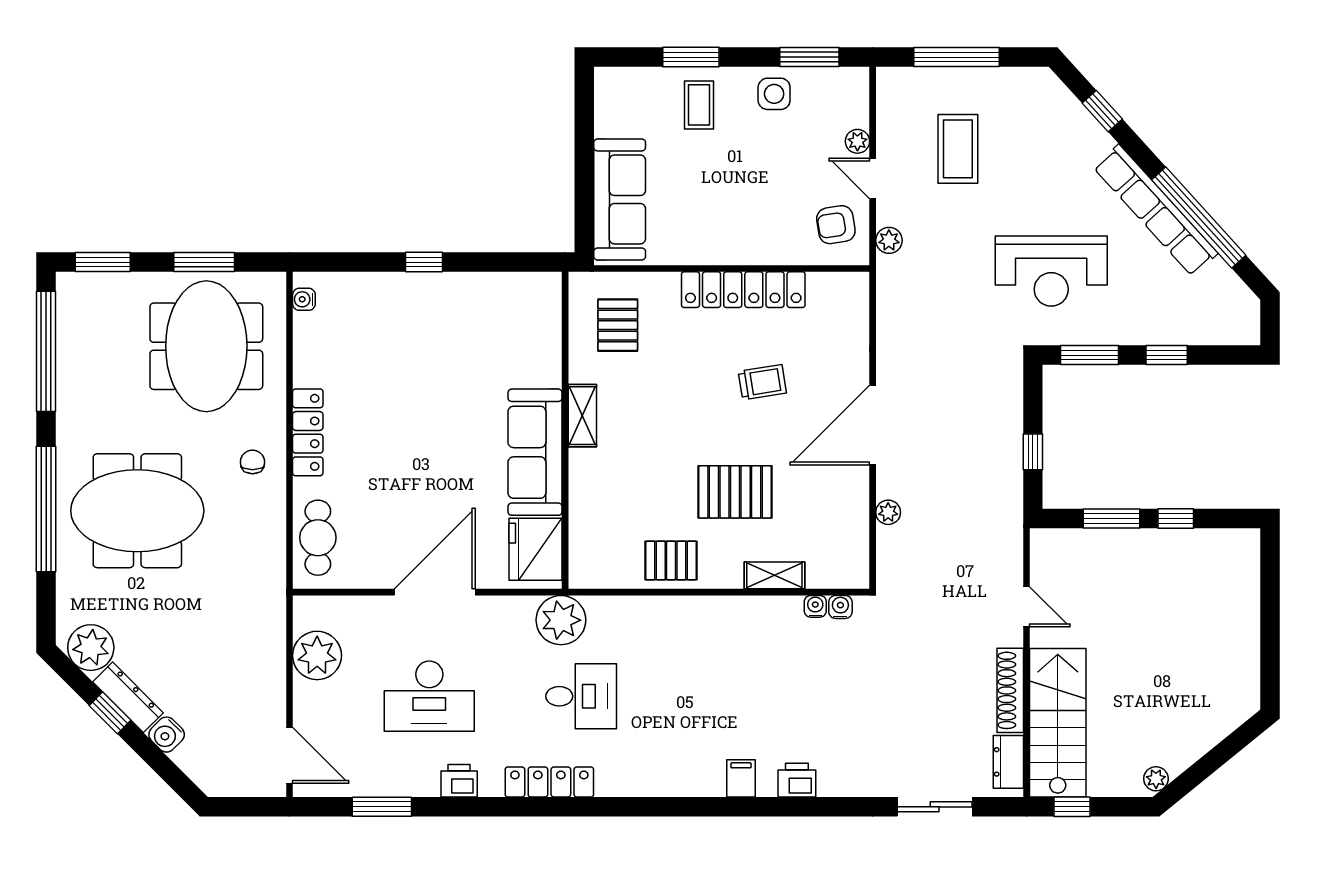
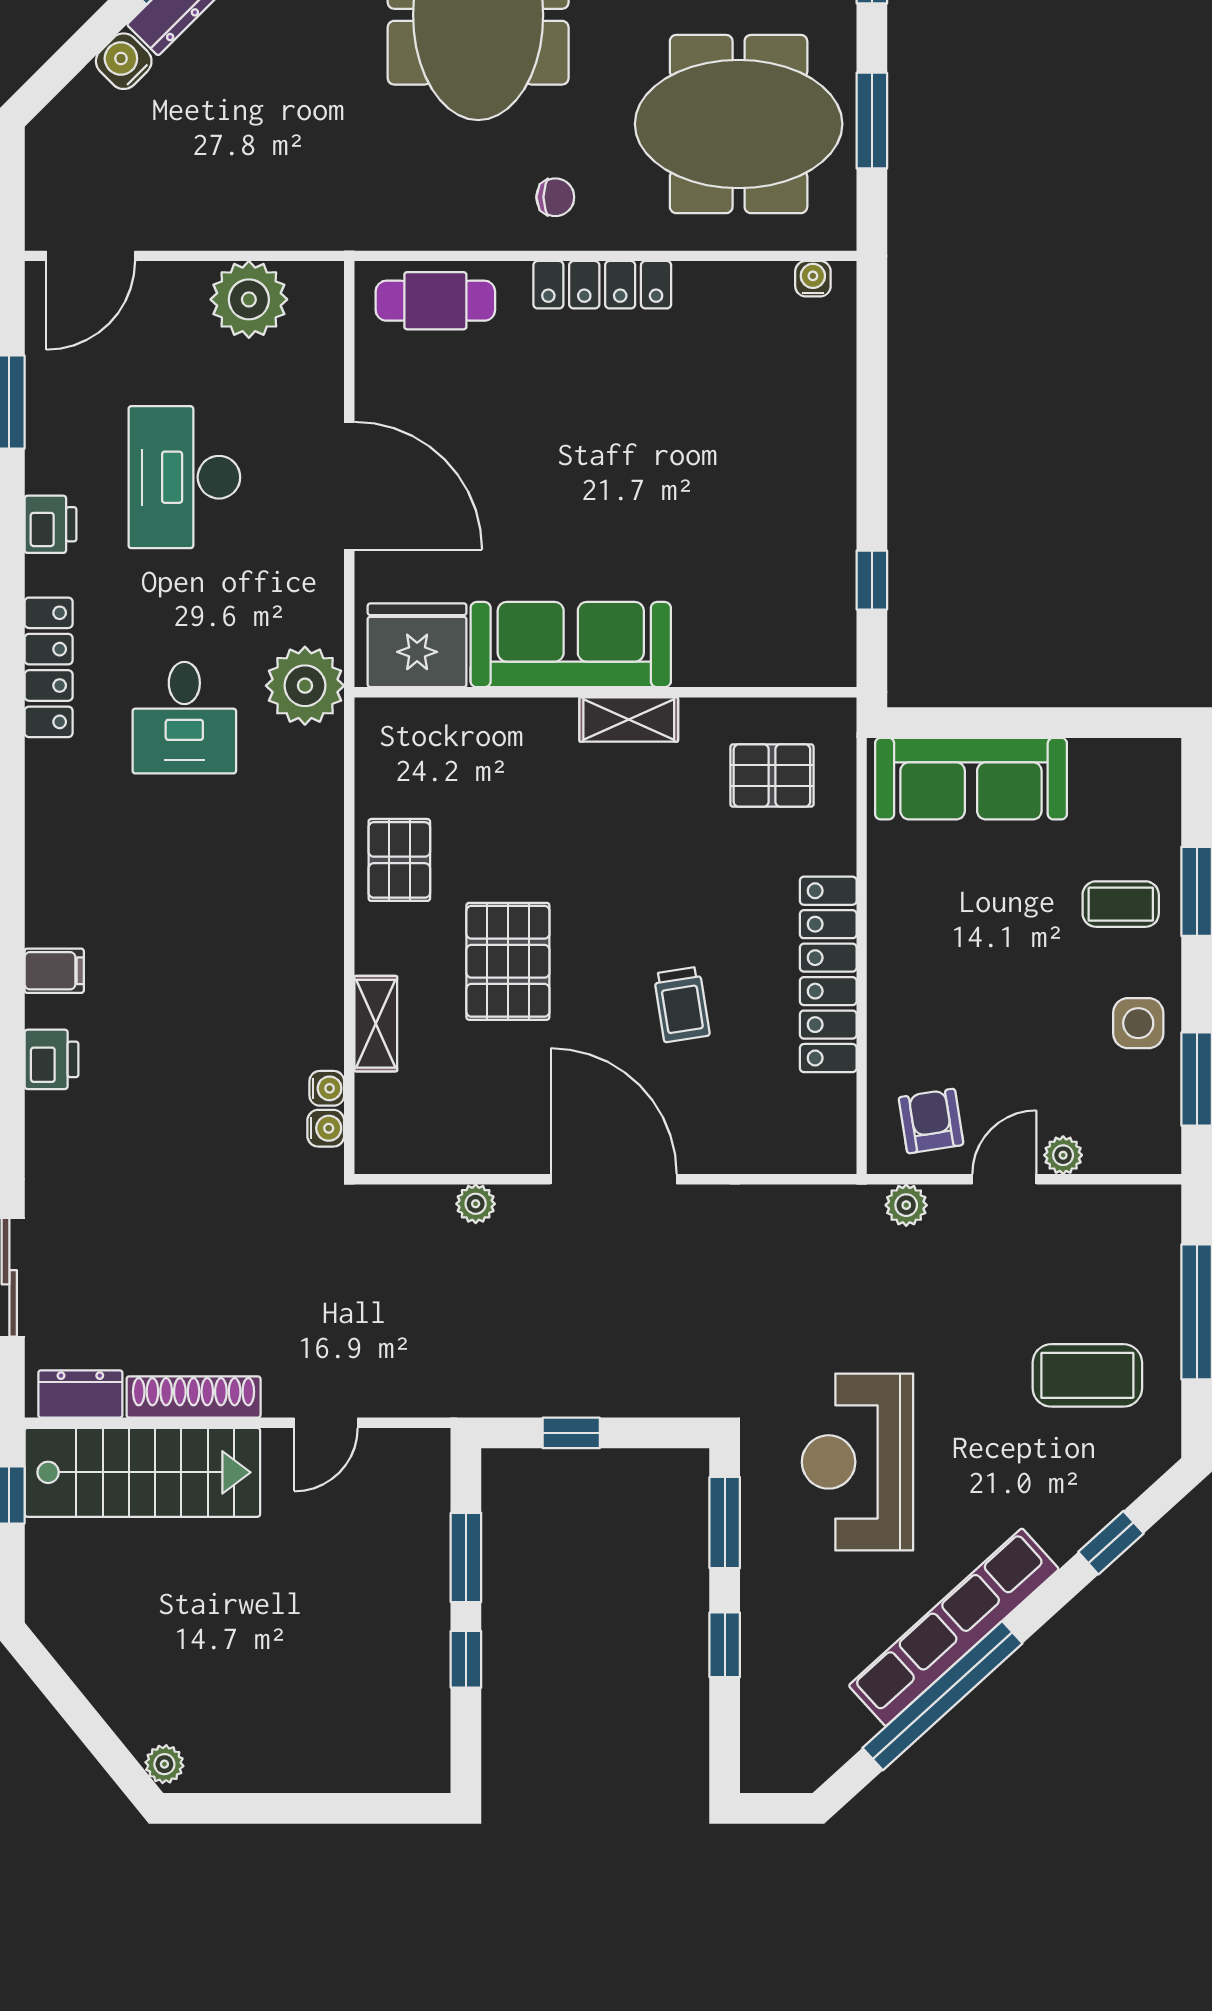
coffee table: (958, 149) -> (1087, 1375), moved
window: (424, 262) -> (872, 580), moved
plant: (1156, 779) -> (164, 1764), moved

